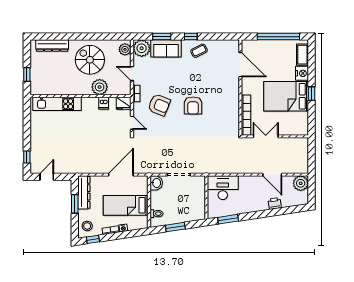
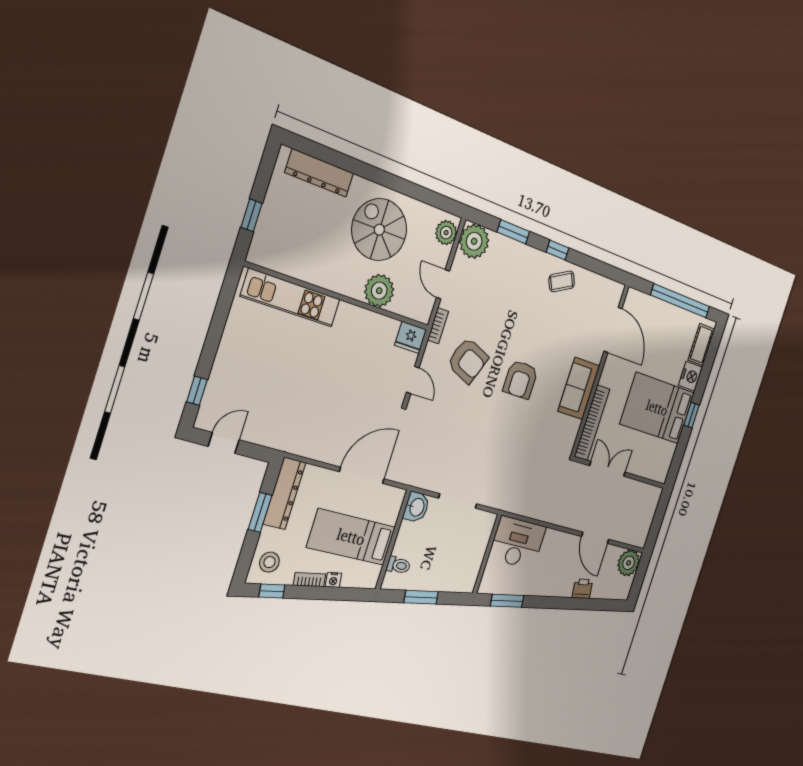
sofa: (166, 48) -> (579, 389), moved, turned 90
dishwasher: (104, 103) -> (376, 325), removed

